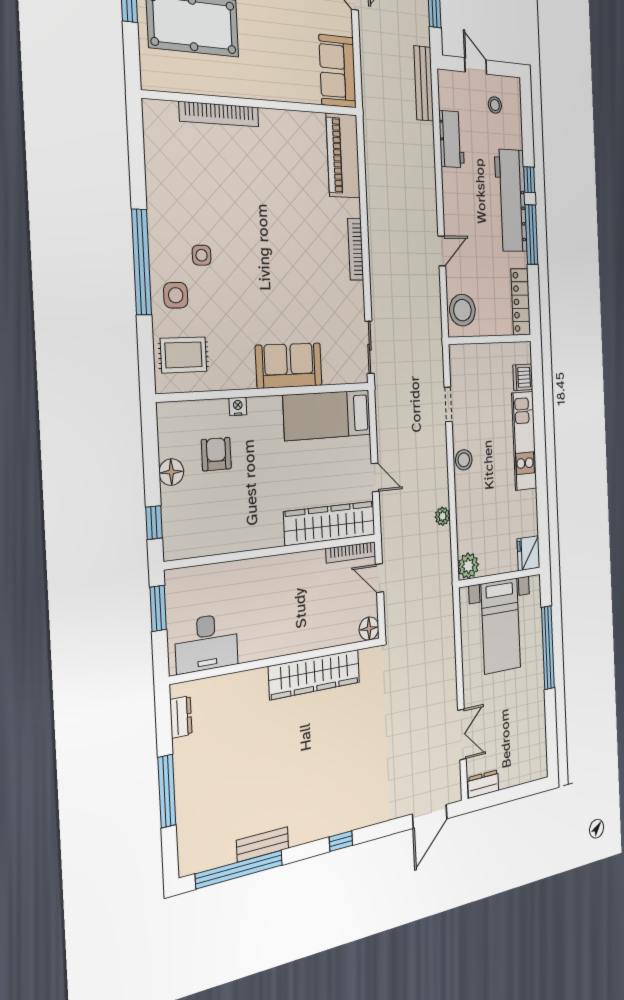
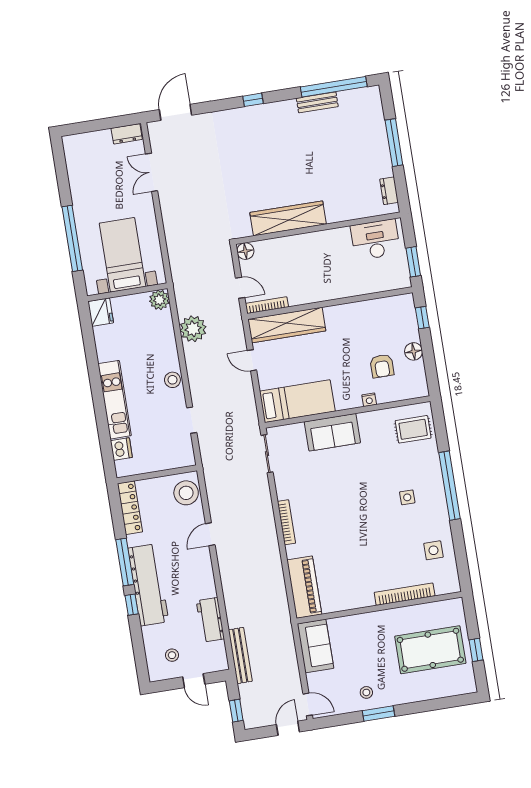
side table: (176, 295) -> (433, 550), moved
plant: (443, 516) -> (193, 329), width x1.87, depth x1.87

